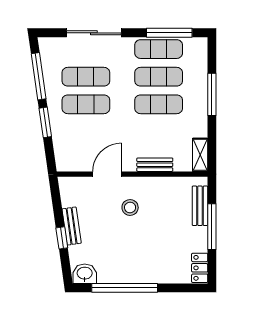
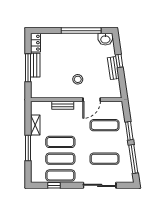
window: (169, 33) -> (54, 185), width x0.46
exercise mat: (86, 104) -> (105, 125), moved
shelving: (200, 155) -> (35, 125), moved
bench: (200, 206) -> (35, 65), moved

